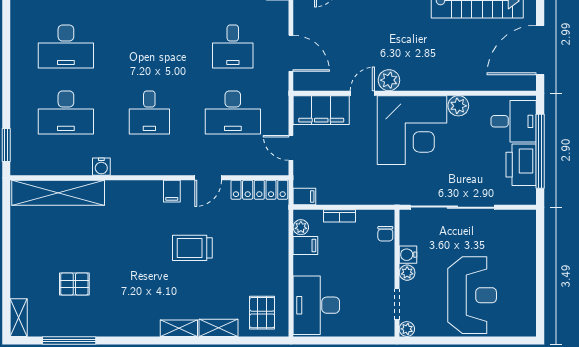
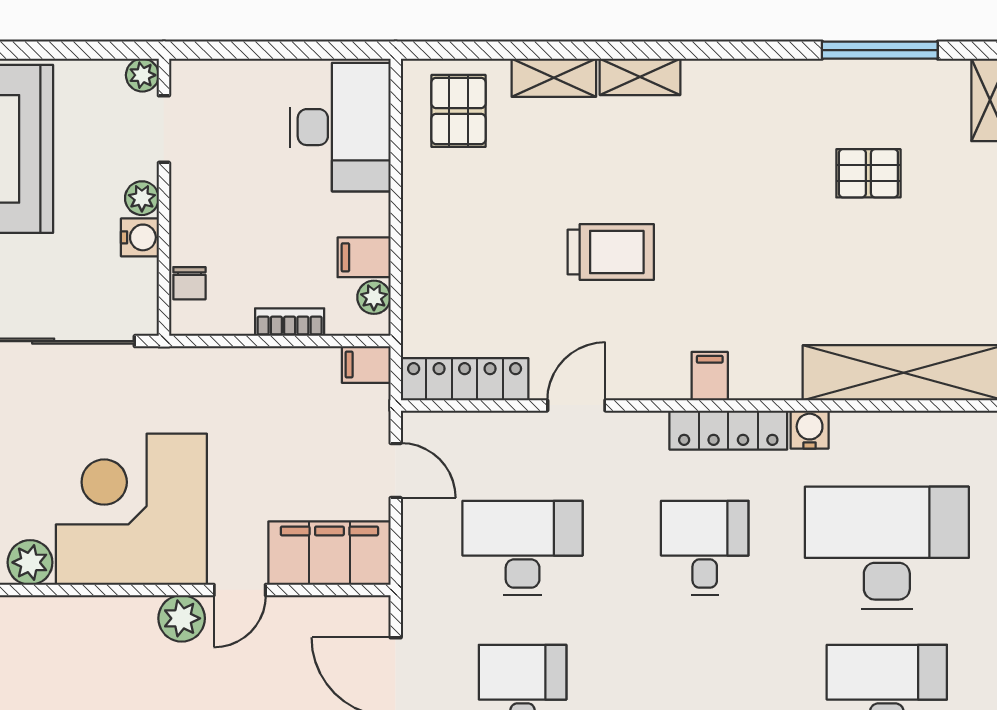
desk: (66, 112) -> (887, 548), width x1.36, depth x1.30
locker: (139, 166) -> (728, 430), added
filing cabinet: (172, 191) -> (710, 376), moved
chair: (385, 234) -> (189, 283), turned 180

